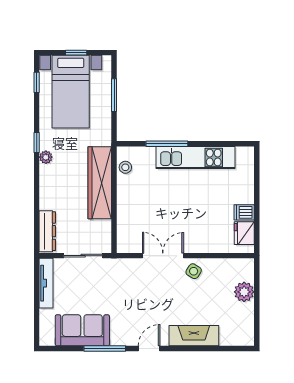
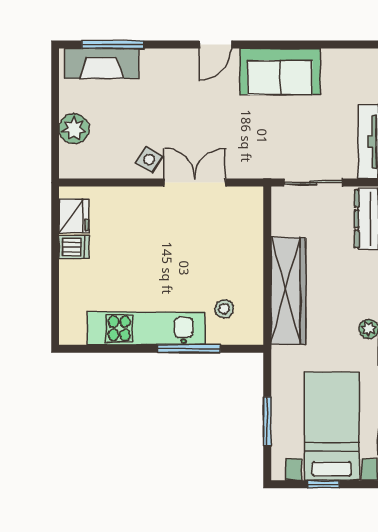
stool: (125, 167) -> (224, 309), moved
double door: (163, 256) -> (195, 183), swing flipped
sofa: (82, 330) -> (280, 72), moved
fireplace: (194, 336) -> (102, 64), moved
window: (105, 348) -> (113, 45), moved

